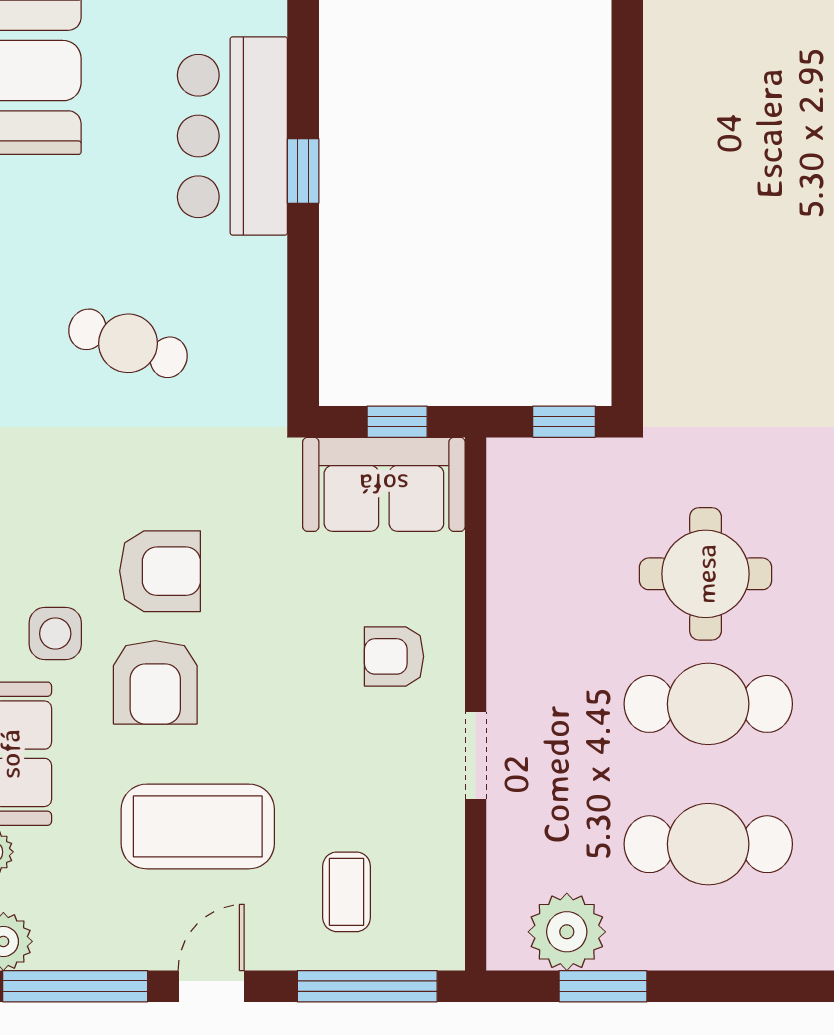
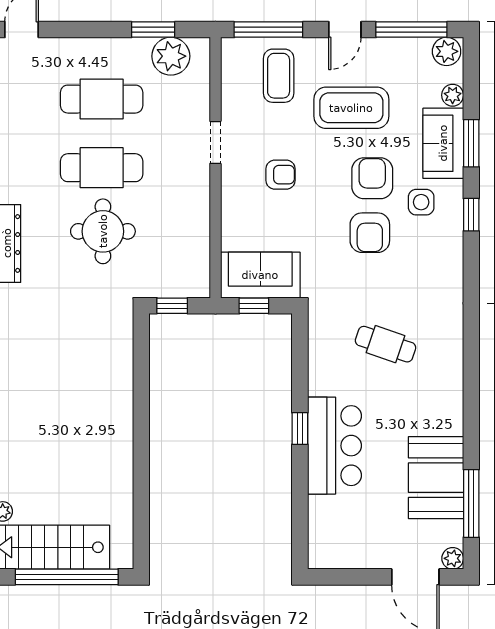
armchair: (160, 571) -> (370, 233), turned -90
armchair: (394, 656) -> (281, 175), moved
coffee table: (347, 892) -> (279, 76), width x1.36, depth x1.30

